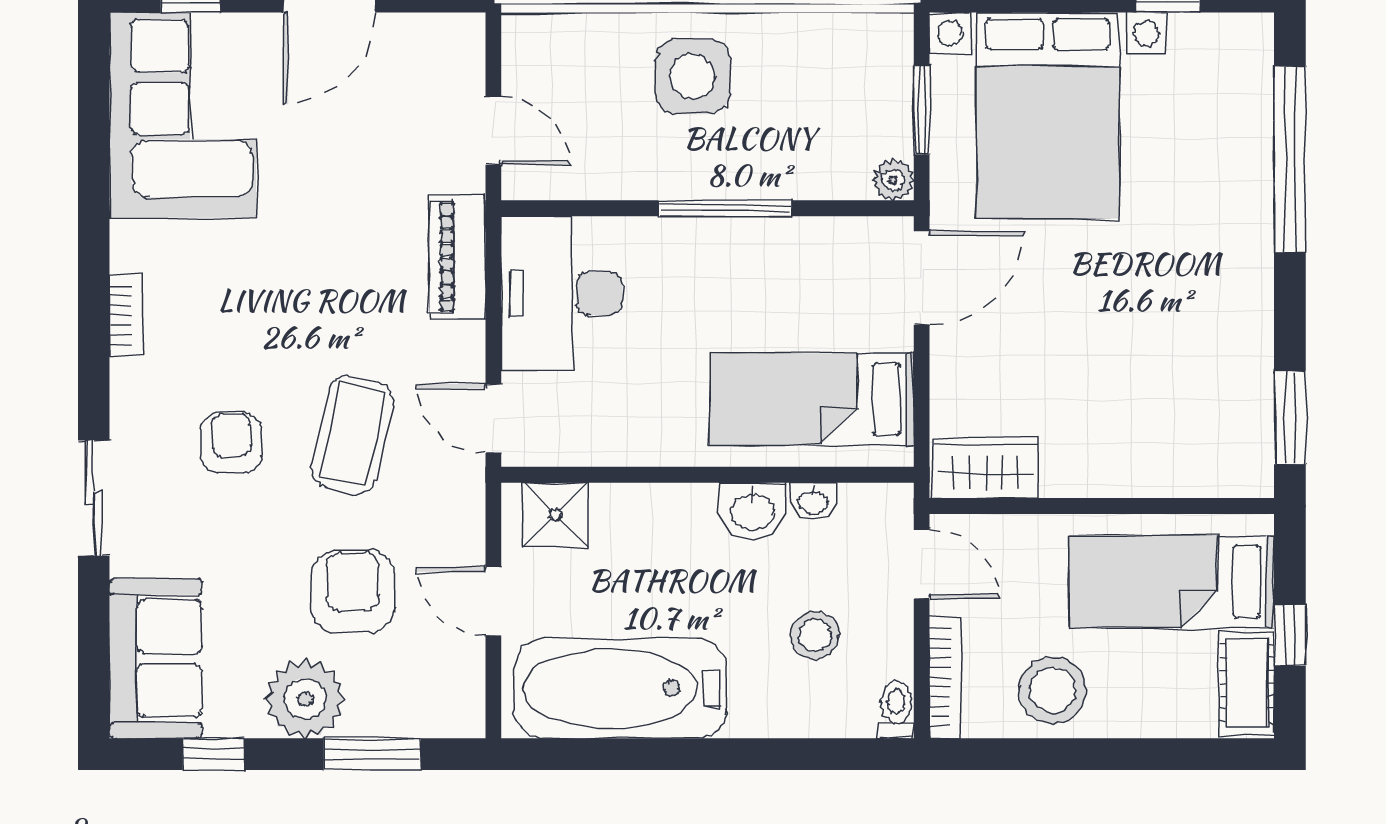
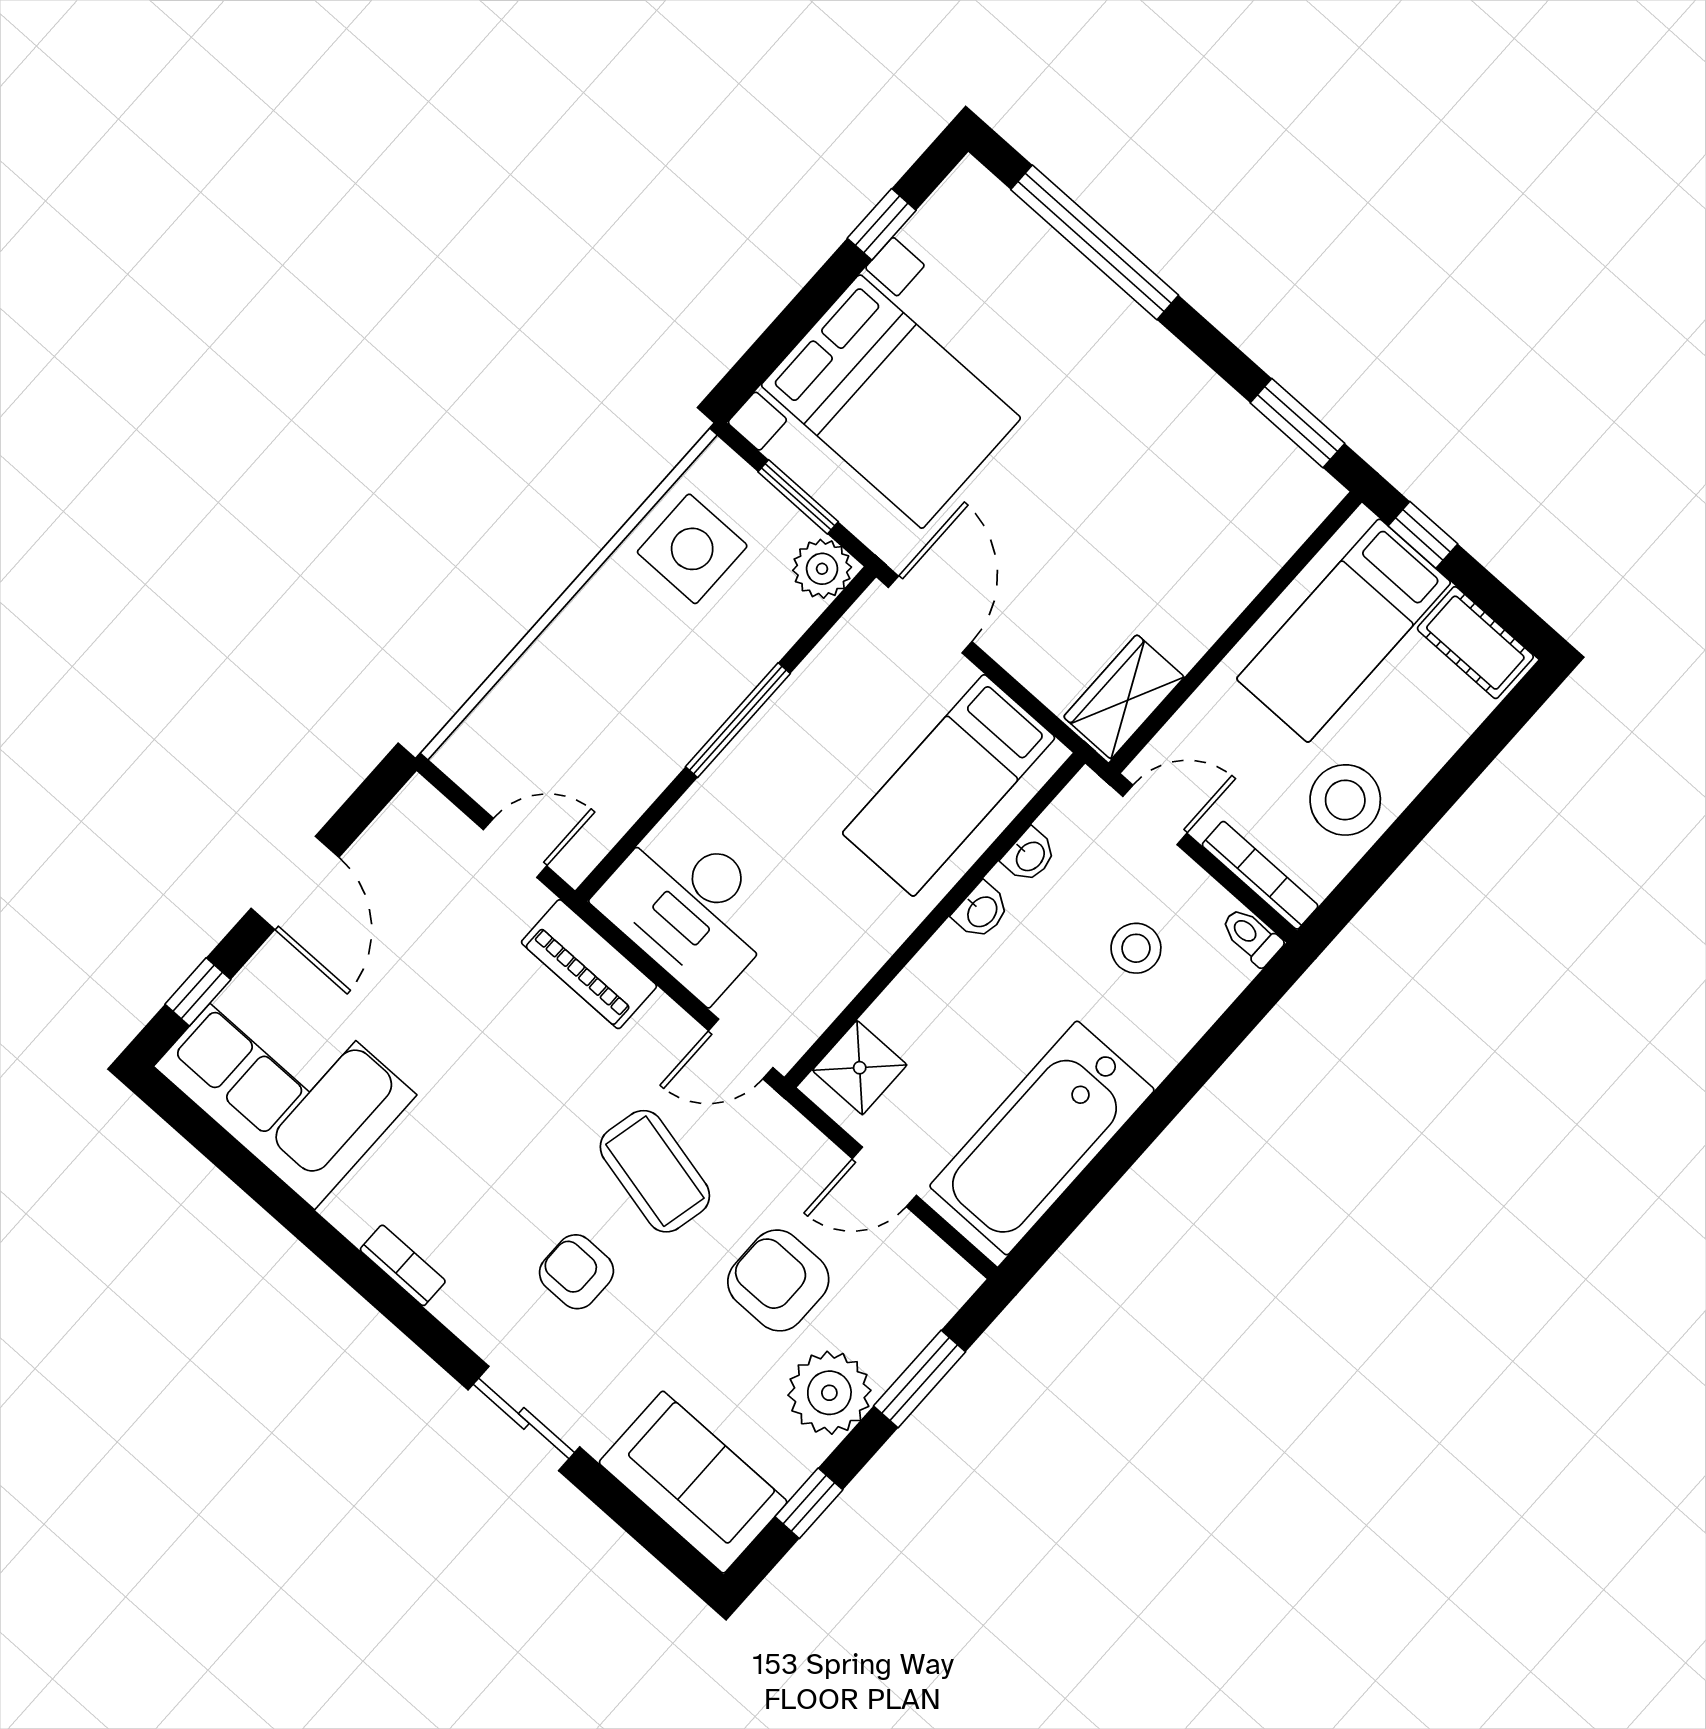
side table: (693, 76) -> (692, 549), moved
plant: (893, 180) -> (822, 569), width x1.38, depth x1.38
washbasin: (753, 511) -> (981, 911), width x0.72, depth x0.69
window: (1290, 635) -> (1423, 535), moved

